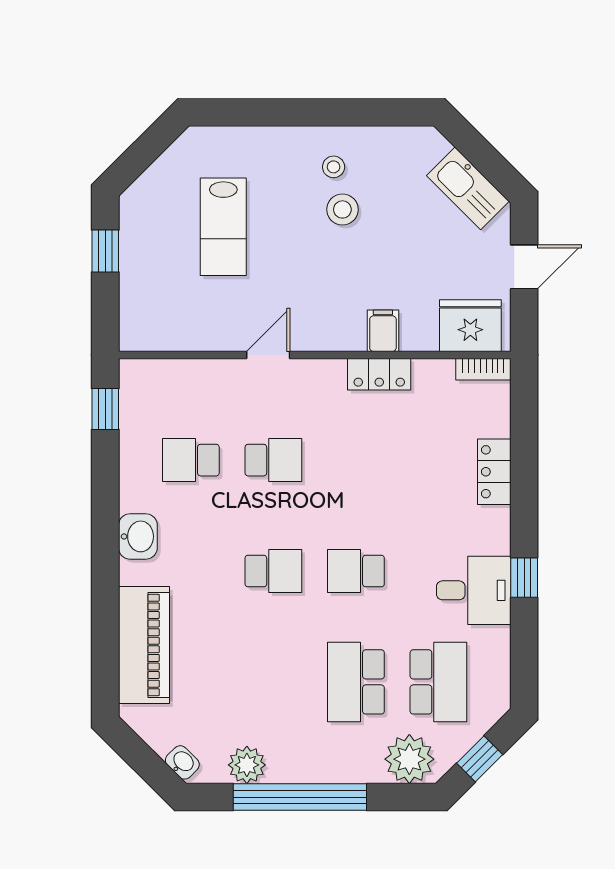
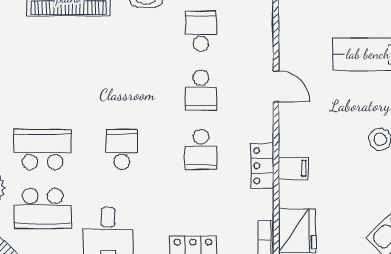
school desk: (273, 571) -> (201, 149), moved

